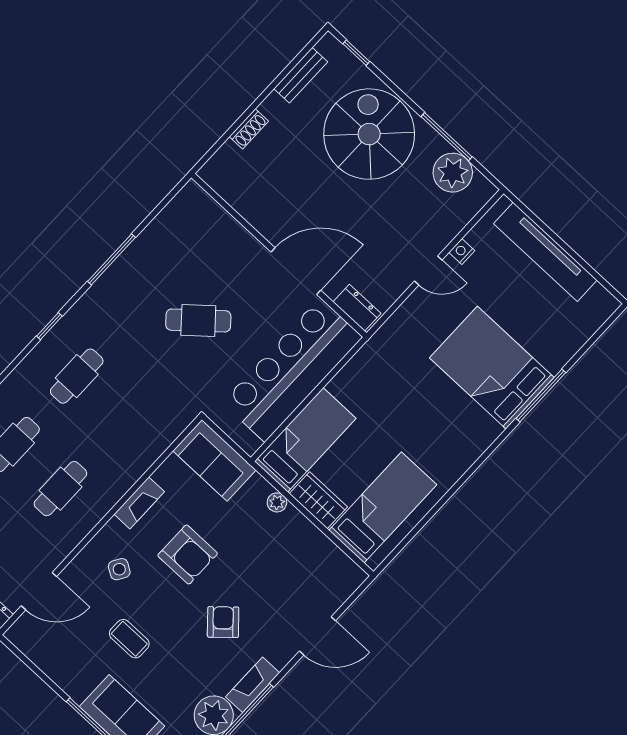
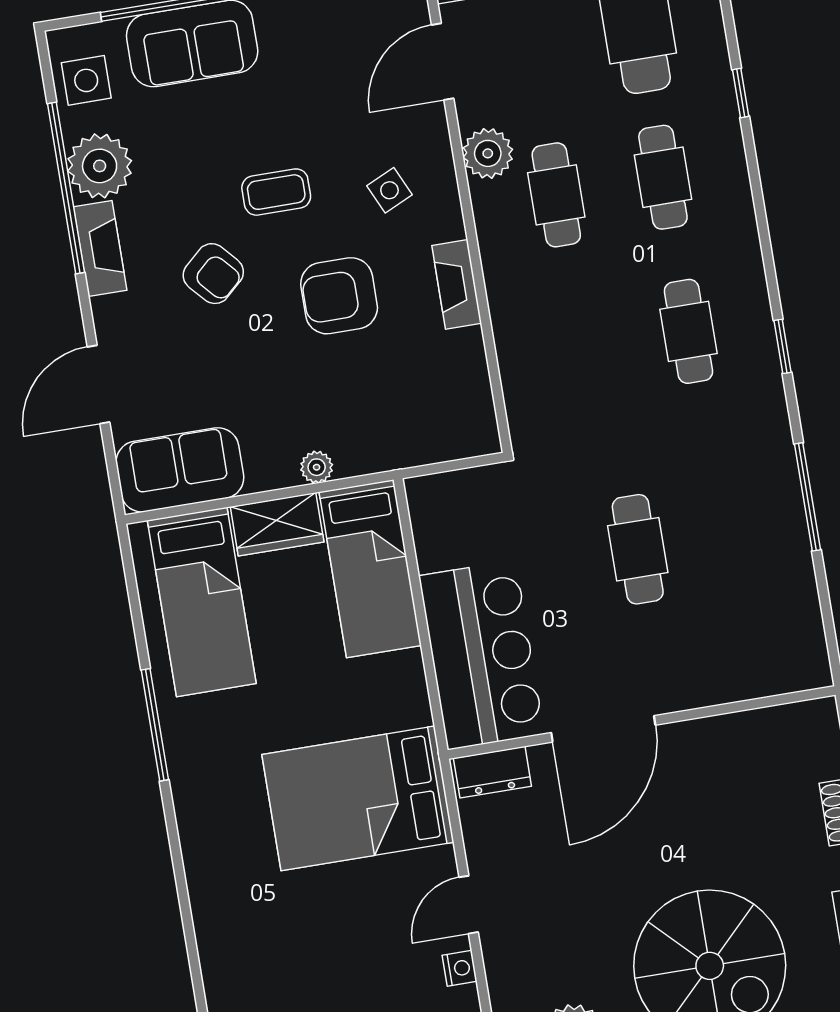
cafe table: (198, 320) -> (638, 549), turned -49
bed: (492, 368) -> (358, 798), moved, turned 180
bar counter: (292, 370) -> (481, 655), width x0.73
window: (541, 396) -> (155, 725), moved
sofa: (214, 460) -> (180, 470), moved
plant: (66, 536) -> (488, 153), added
side table: (119, 569) -> (389, 190), turned 34
coffee table: (129, 639) -> (276, 192), moved

